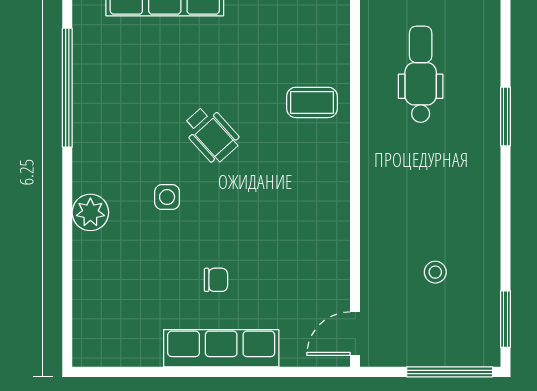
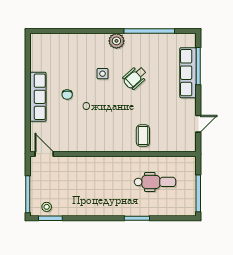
wheelchair: (211, 134) -> (135, 78), moved
plant: (90, 212) -> (116, 41), moved
stool: (435, 272) -> (47, 207), moved

